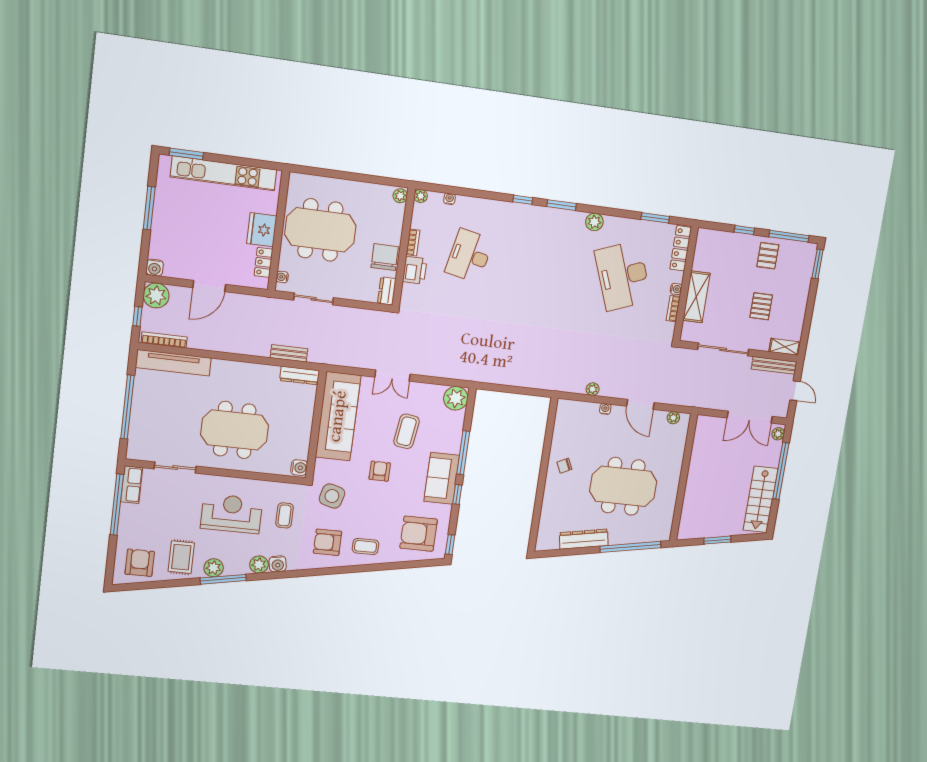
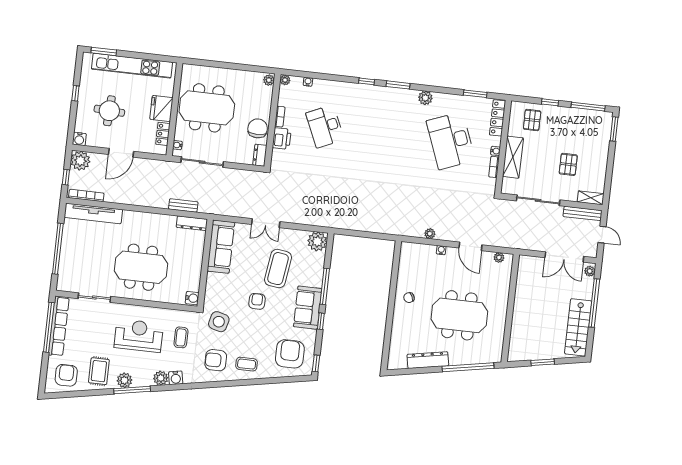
window: (149, 208) -> (75, 93), width x0.46
round table: (194, 232) -> (109, 111), added
desk: (469, 256) -> (325, 126), turned -36
pallet: (768, 256) -> (532, 120), moved
sliding door: (314, 299) -> (202, 162), width x1.37
sofa: (338, 416) -> (221, 247), width x0.74, depth x0.79
coffee table: (406, 431) -> (278, 269), width x1.36, depth x1.32
row of seats: (132, 485) -> (59, 326), width x2.02
armchair: (419, 534) -> (290, 354), turned 90

